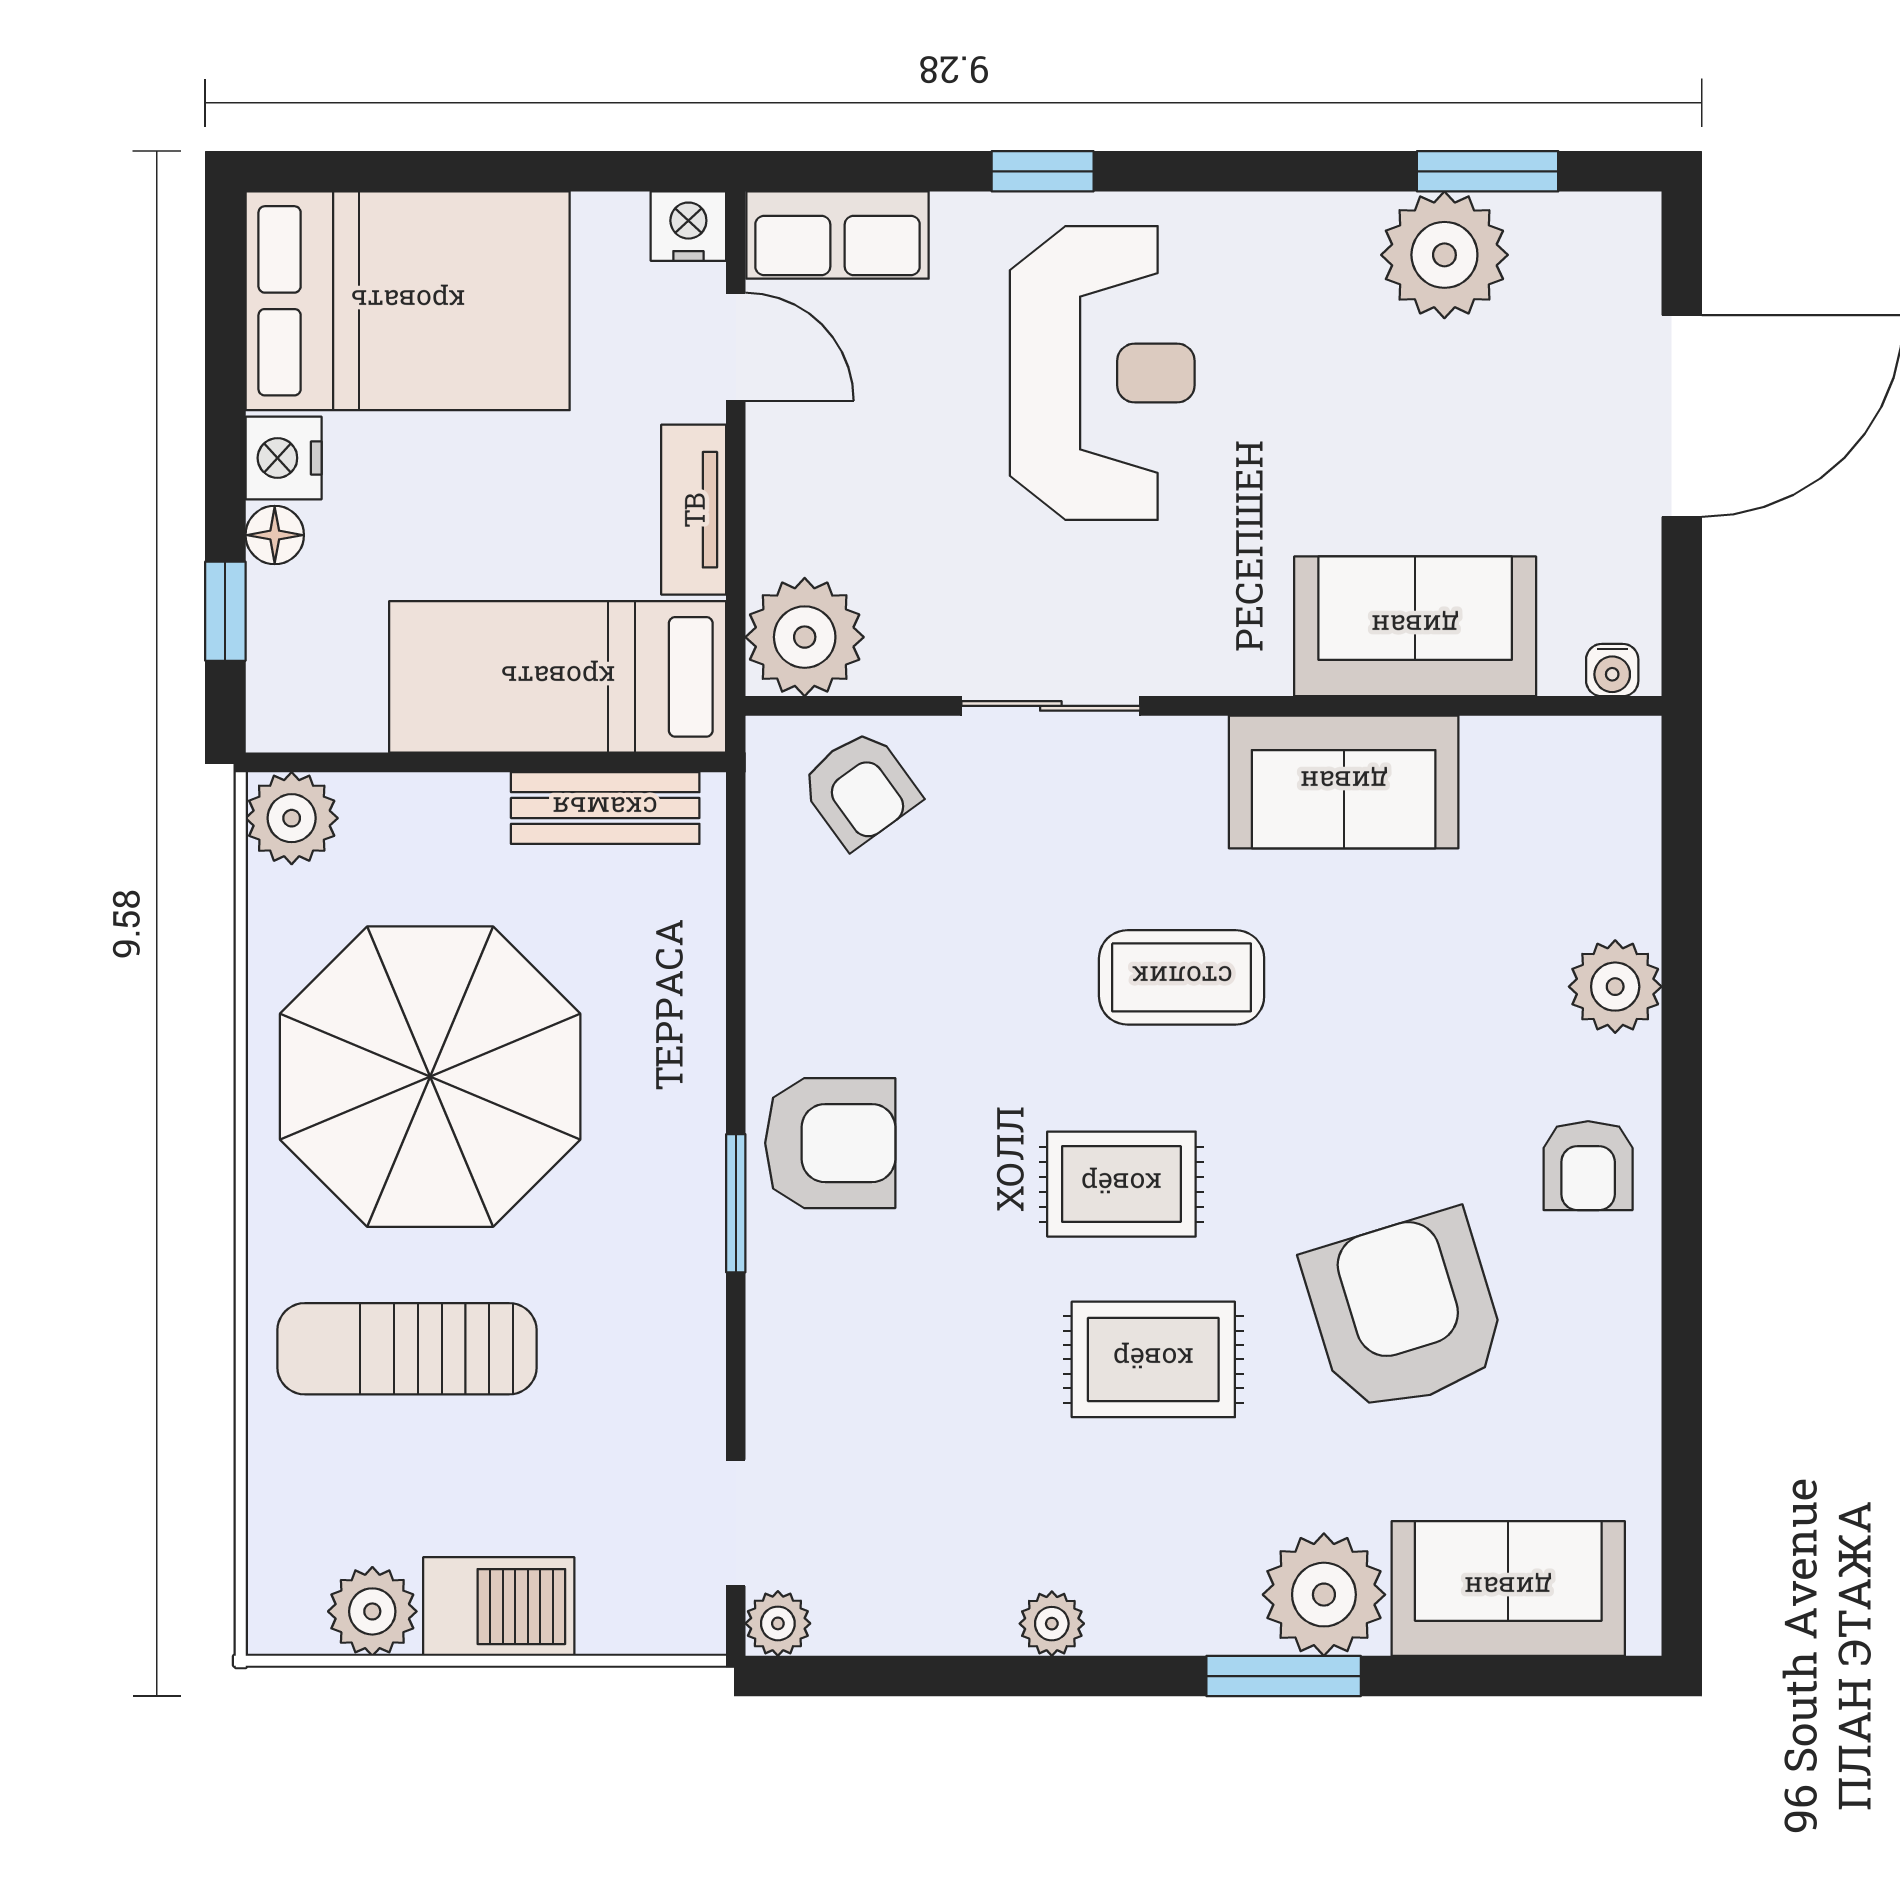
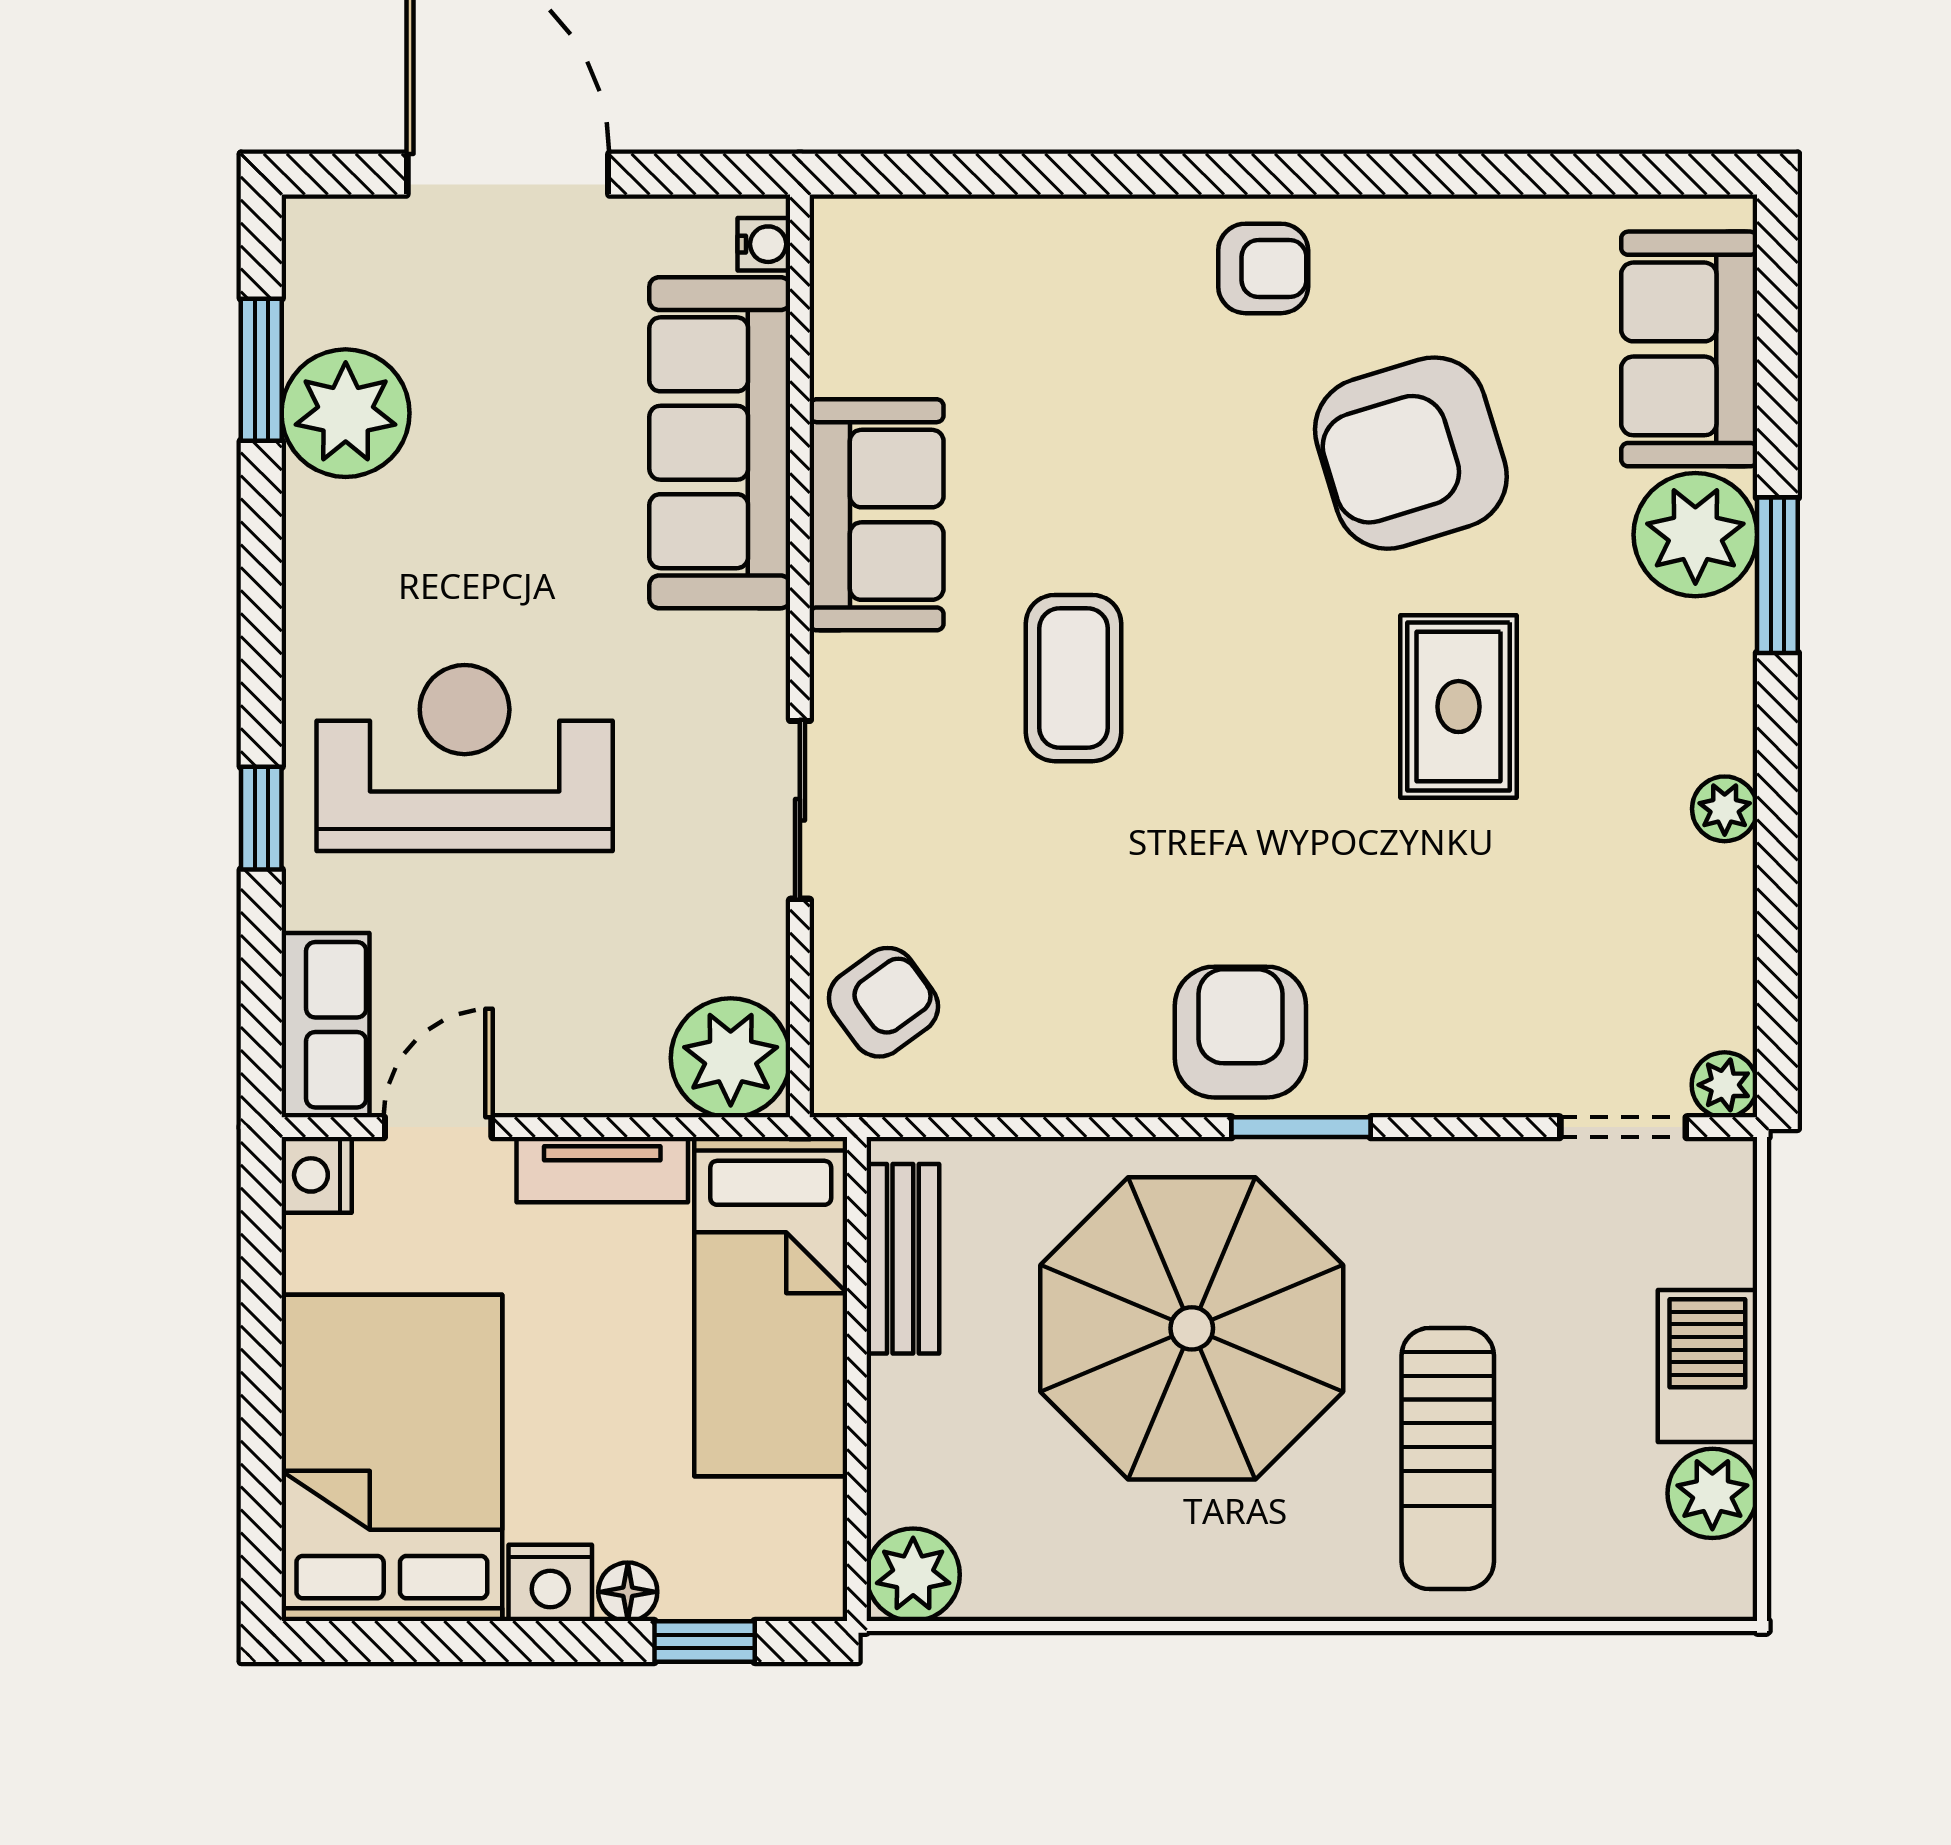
sofa: (1415, 626) -> (720, 443), width x1.36
plant: (1615, 987) -> (1083, 241), removed
parasol: (430, 1077) -> (1192, 1328), moved
rug: (1121, 1184) -> (1282, 739), removed

